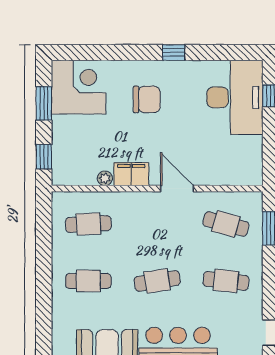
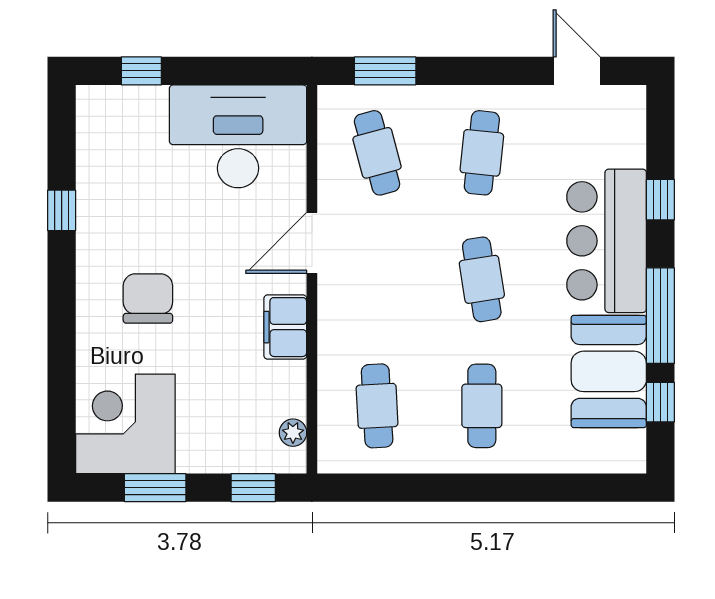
window: (174, 52) -> (62, 210), moved
desk: (235, 97) -> (238, 136), moved
plant: (105, 178) -> (293, 433), moved
cafe table: (226, 224) -> (377, 153), turned -30

